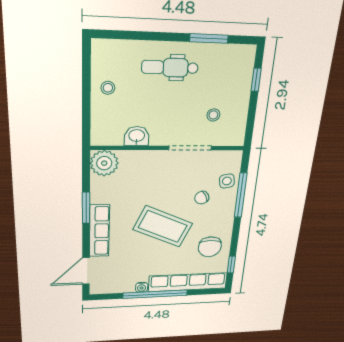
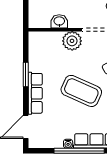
plant: (104, 163) -> (72, 41), moved

